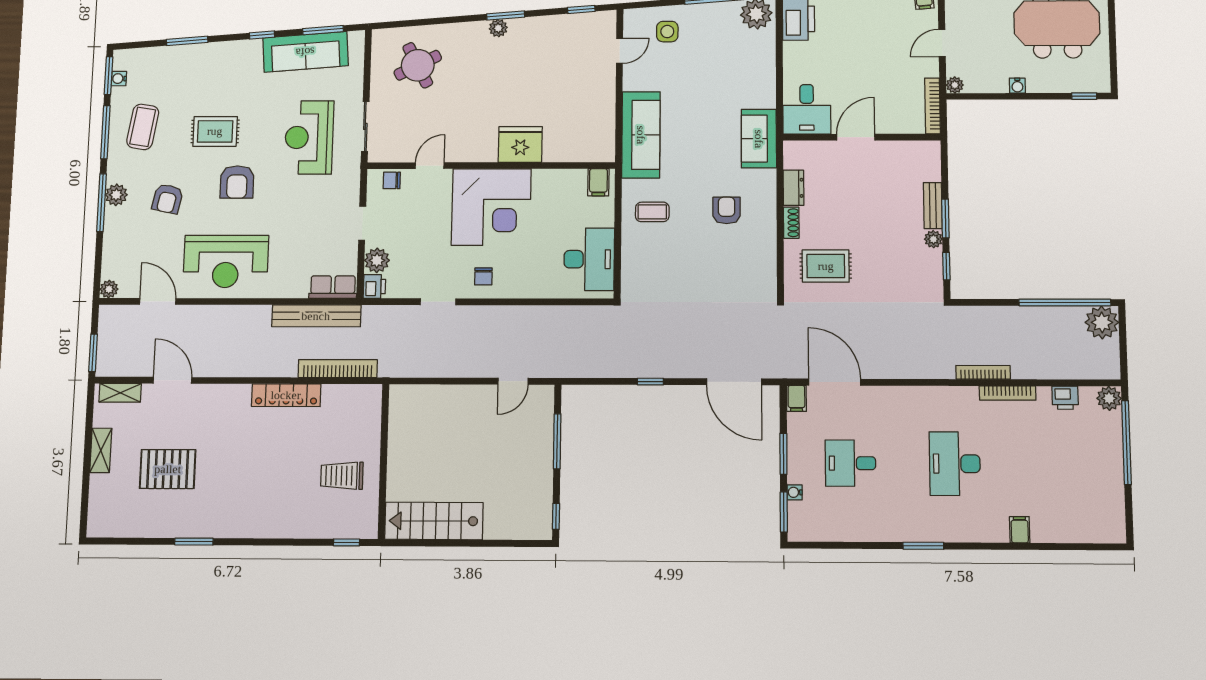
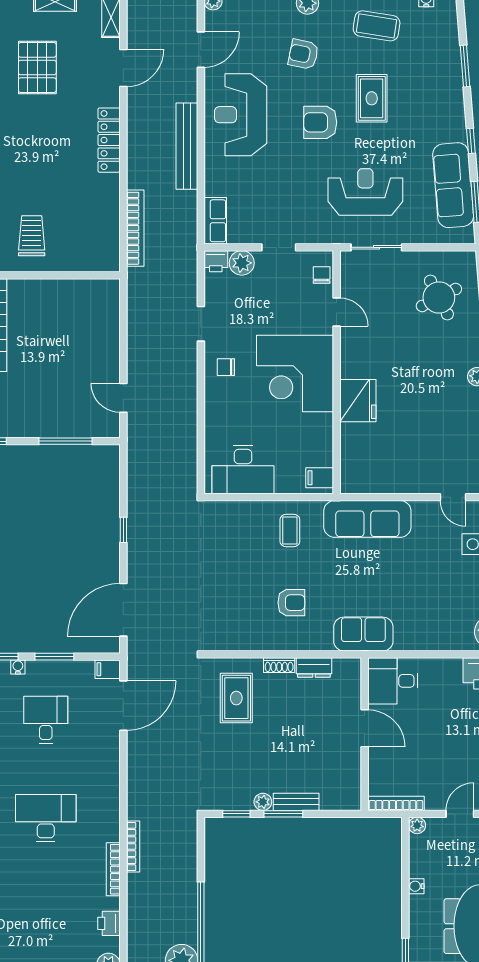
door: (942, 43) -> (460, 814), hinge flipped
bench: (316, 316) -> (187, 146), moved
locker: (286, 395) -> (109, 140), moved

